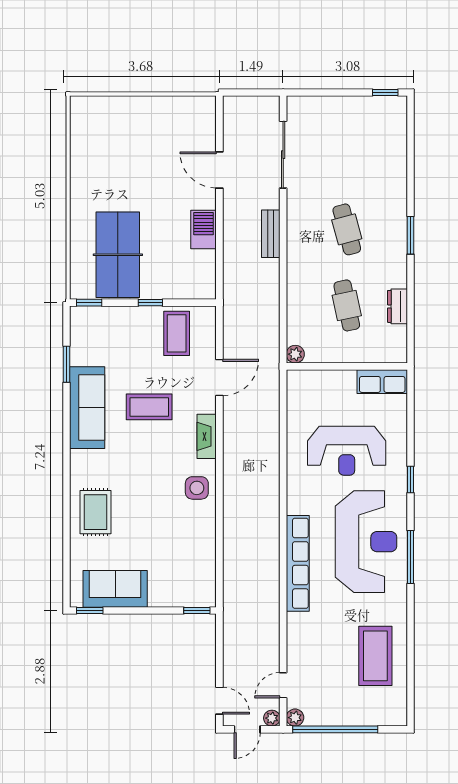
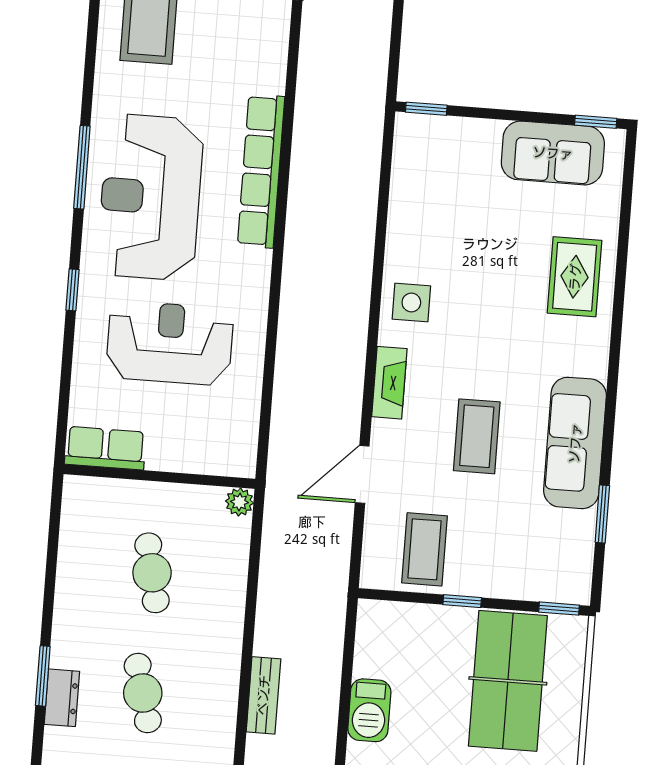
dresser: (397, 306) -> (62, 698), moved
coffee table: (149, 407) -> (477, 436), turned 90

